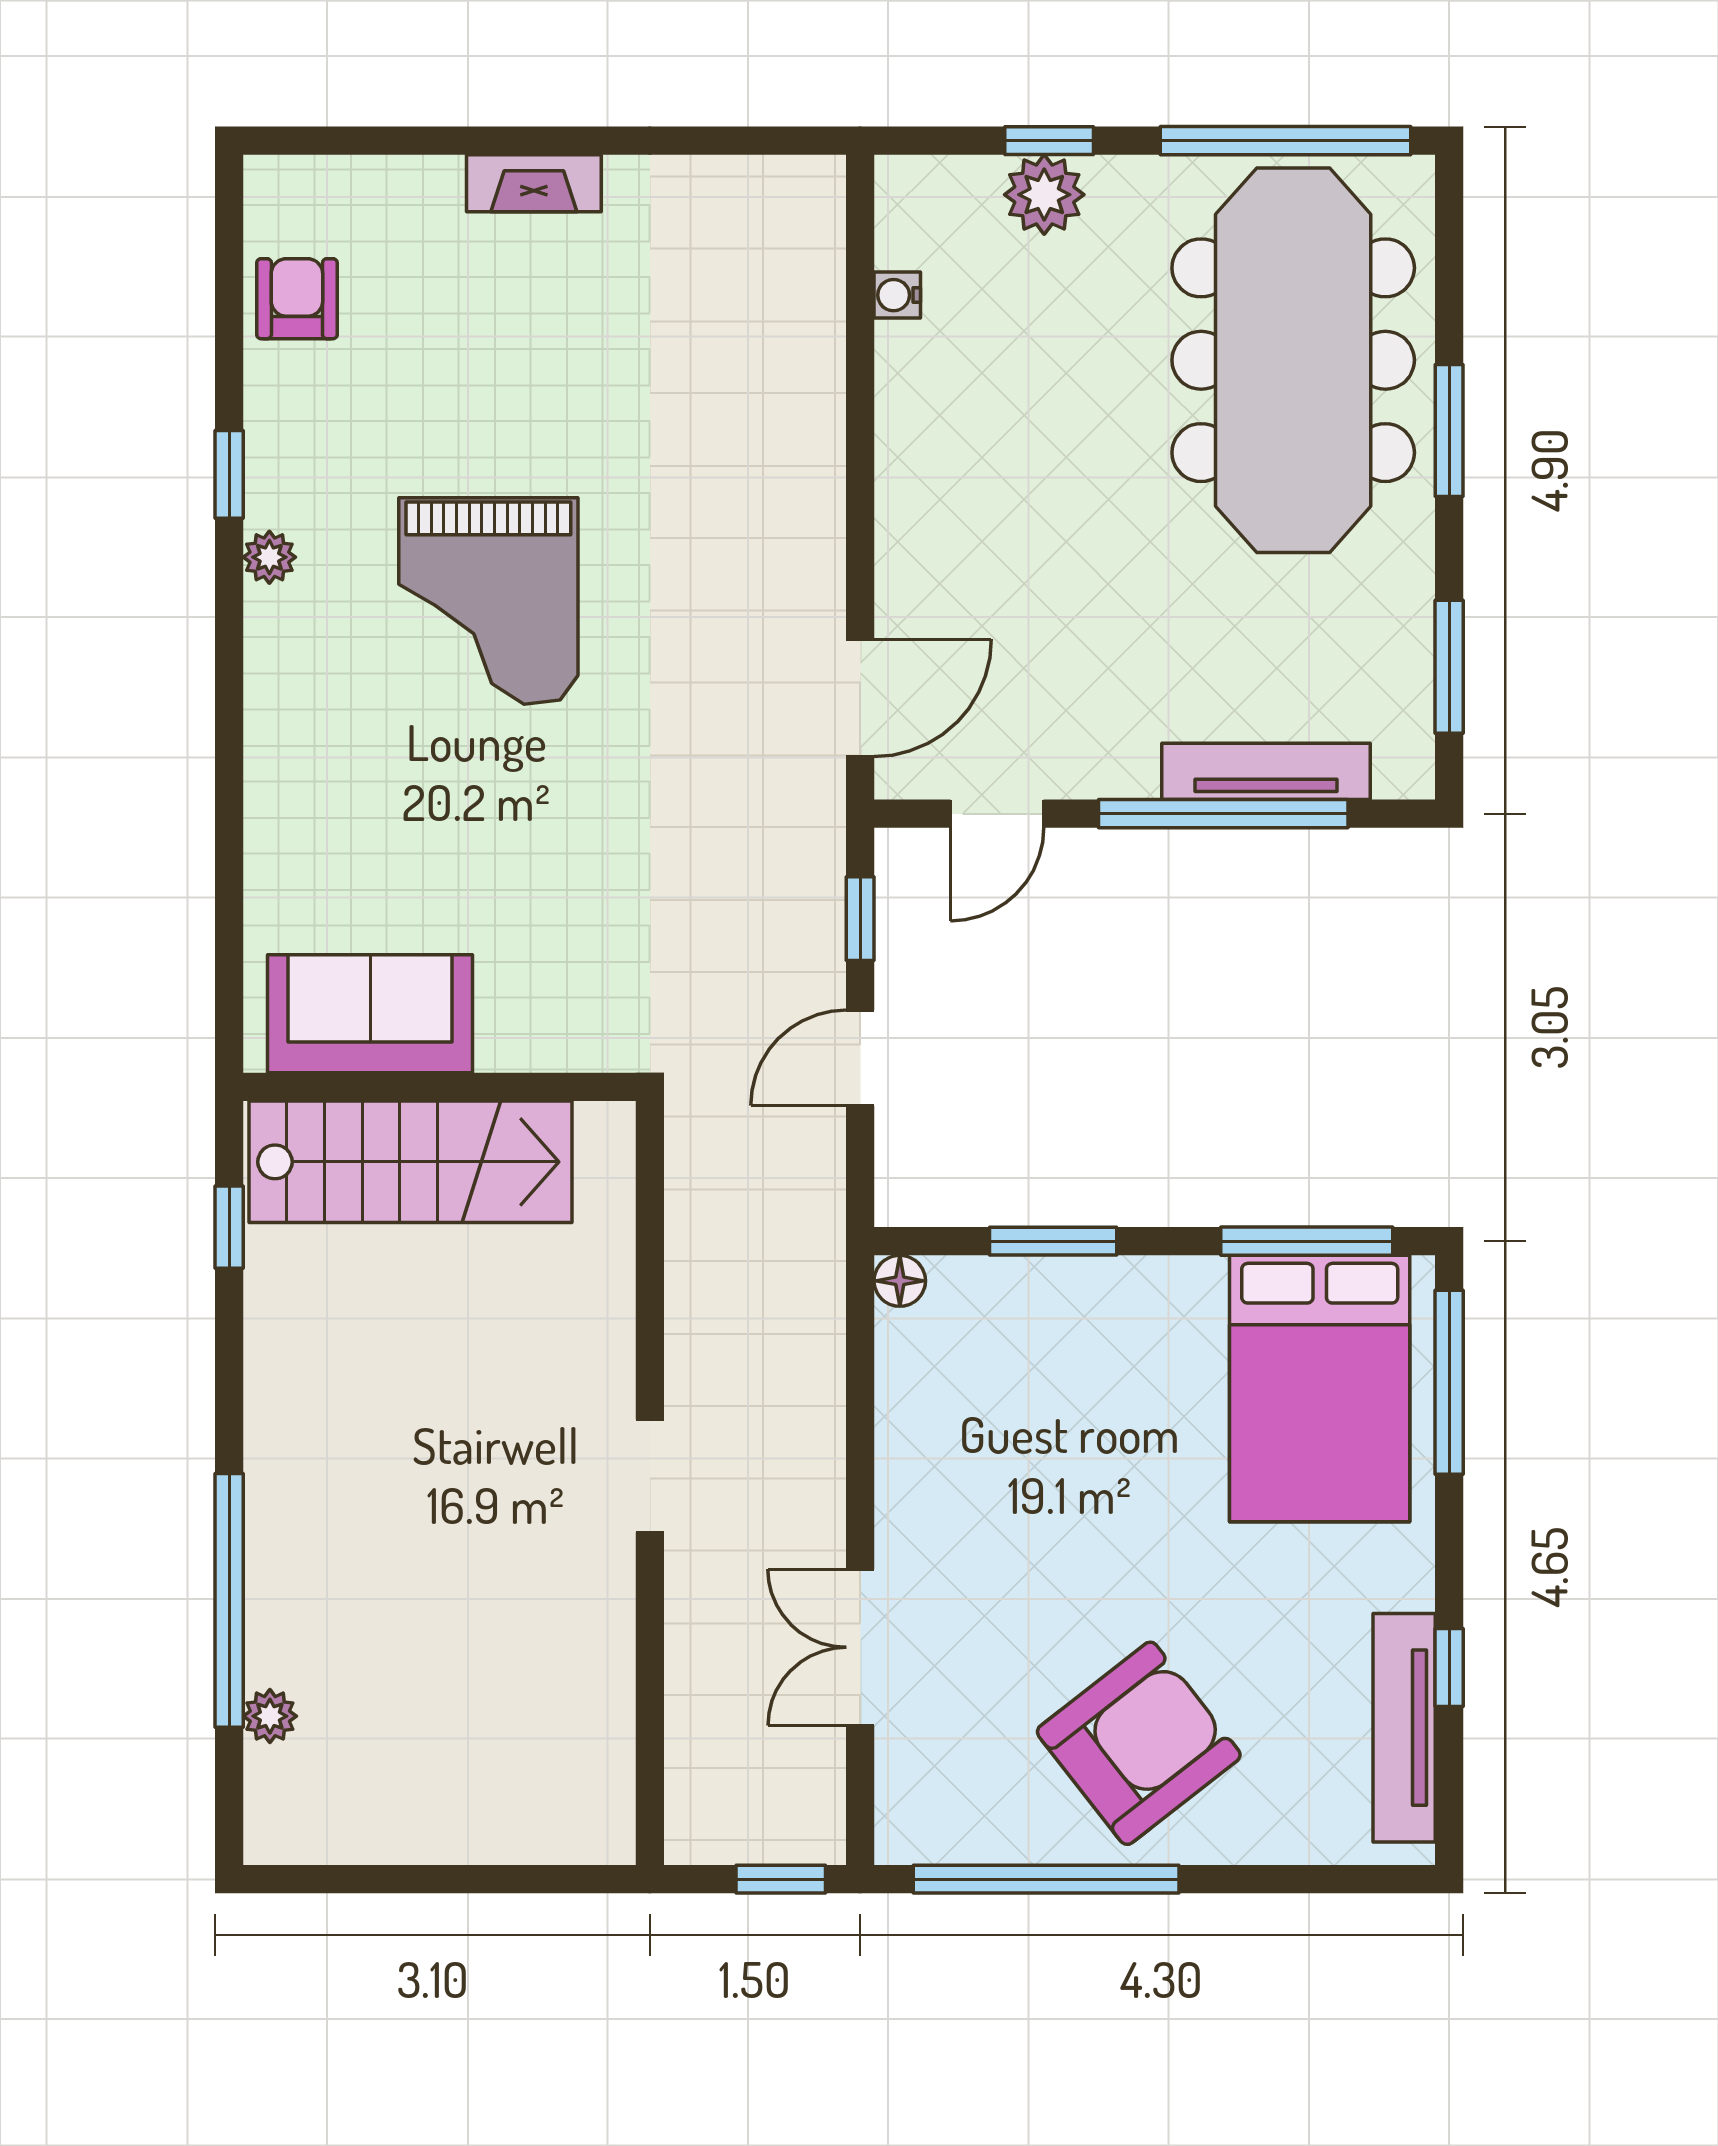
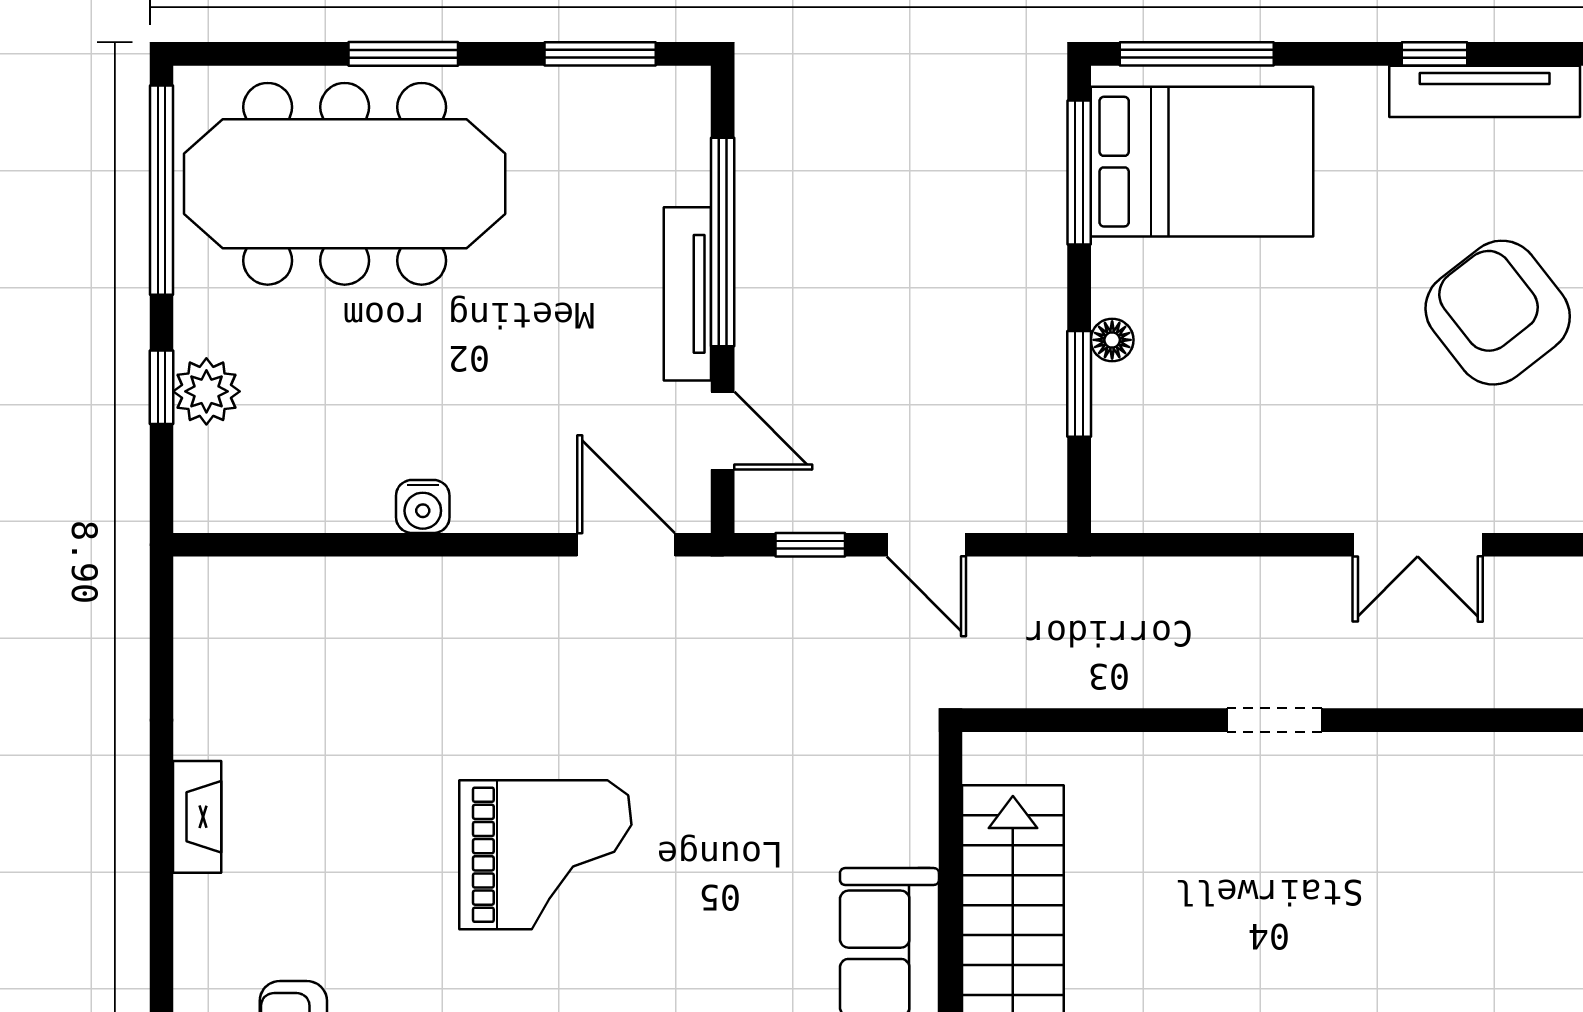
water cooler: (897, 295) -> (423, 506), moved, width x1.38, depth x1.38
tv unit: (1266, 771) -> (687, 294), moved
floor lamp: (900, 1281) -> (1112, 340), moved

